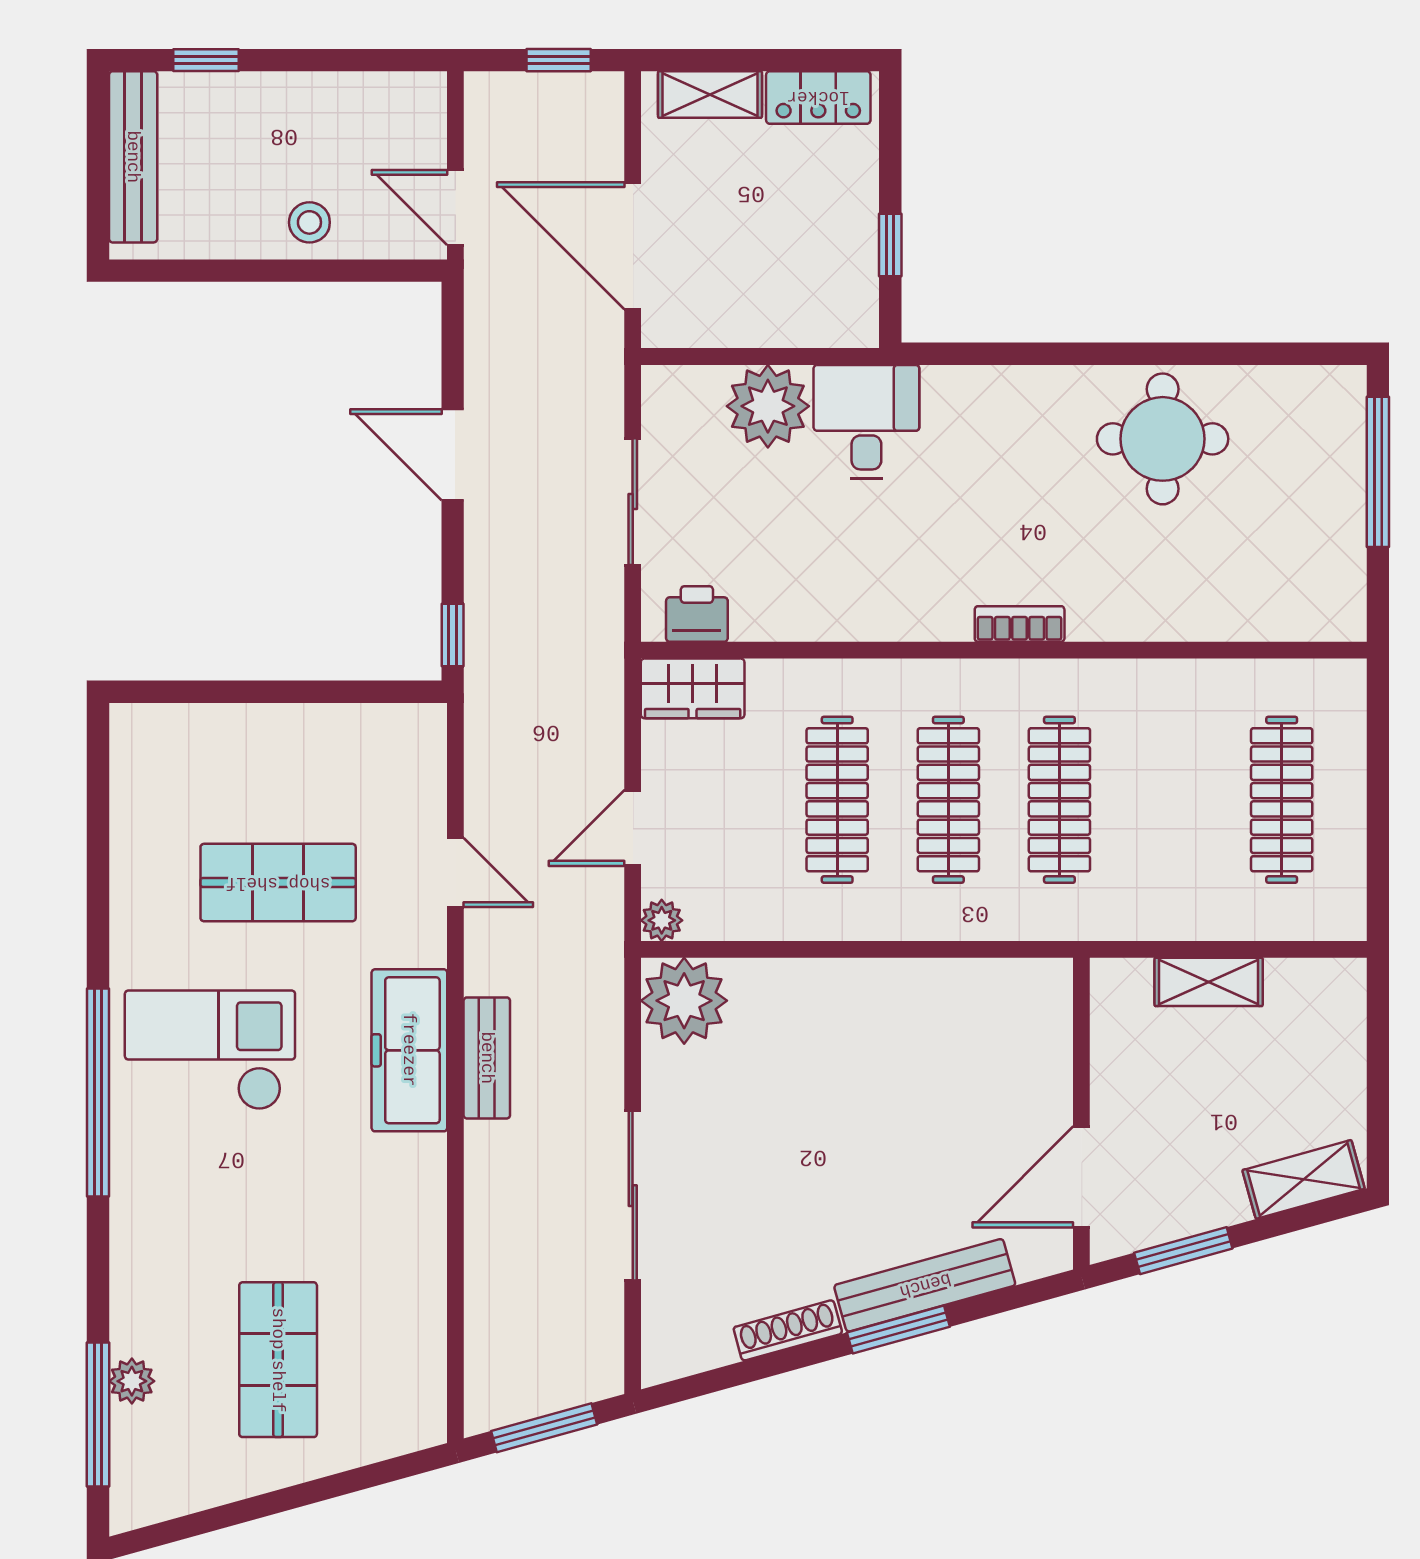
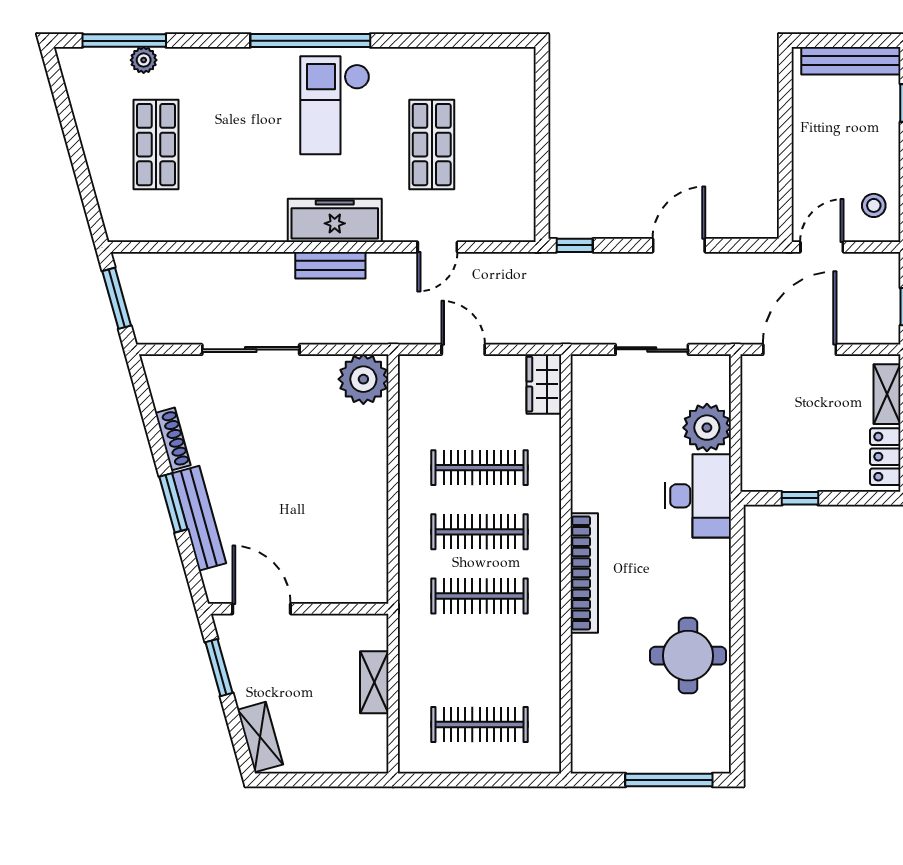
stool: (309, 222) -> (874, 205), moved
desk: (866, 422) -> (698, 496), width x1.37
printer: (697, 614) -> (587, 387), removed
bookcase: (1020, 624) -> (584, 573), width x2.31, depth x1.31
plant: (662, 920) -> (410, 366), removed
checkout: (210, 1050) -> (335, 105), turned 180
shop shelf: (278, 1360) -> (156, 145), turned 90

